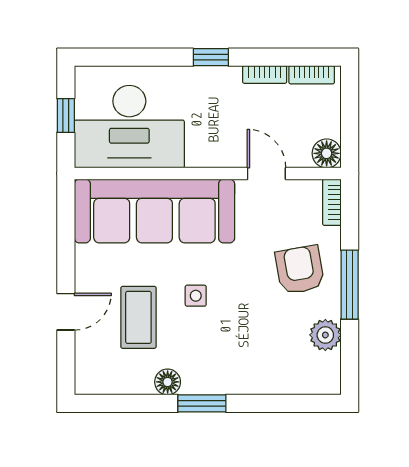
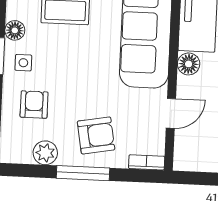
floor lamp: (327, 153) -> (189, 64), moved
side table: (196, 296) -> (23, 63), moved
armchair: (263, 352) -> (34, 105), added

